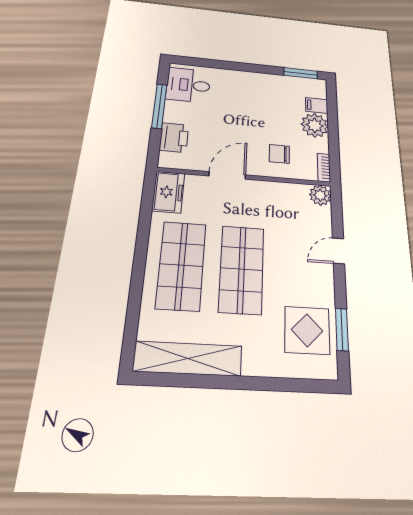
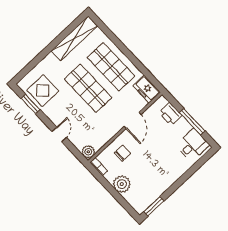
filing cabinet: (317, 105) -> (131, 196), removed

